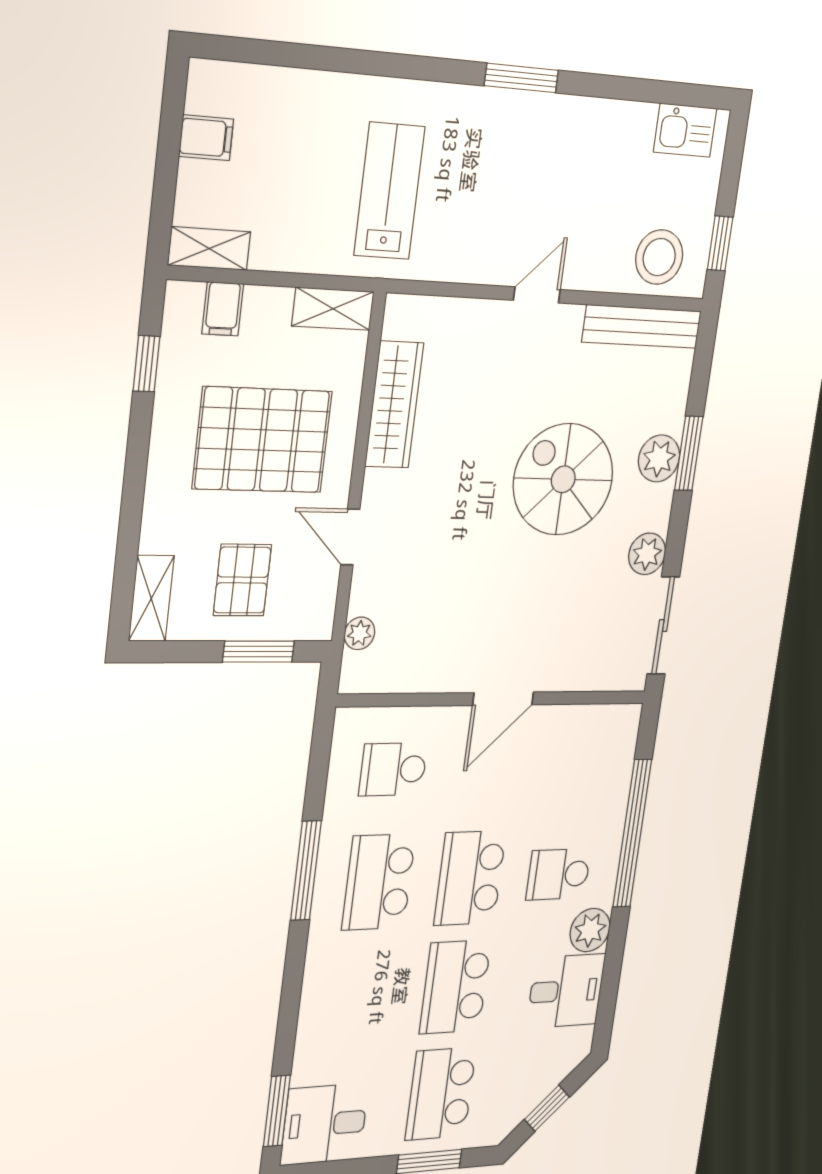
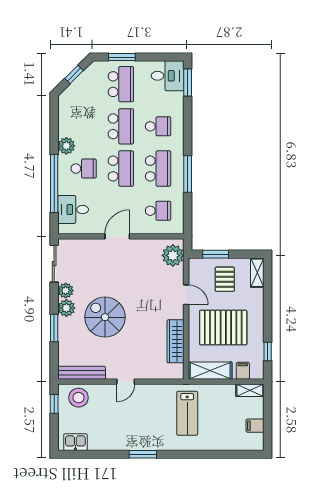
shelving: (333, 309) -> (210, 371), width x1.50, depth x1.33
plant: (659, 458) -> (66, 308), moved
spiral stairs: (563, 479) -> (105, 317), turned 180
plant: (360, 633) -> (173, 255), width x1.88, depth x1.88
desk: (566, 991) -> (73, 210), moved
school desk: (365, 992) -> (158, 126), added

